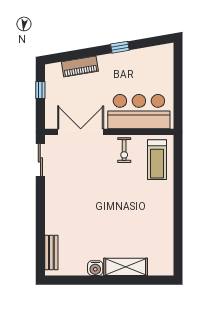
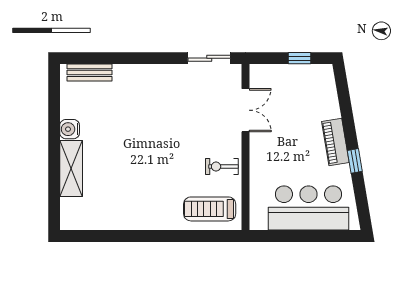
piano: (80, 67) -> (335, 142), moved
bar counter: (139, 112) -> (308, 208), moved, turned -90
double door: (81, 132) -> (245, 110), width x0.73

